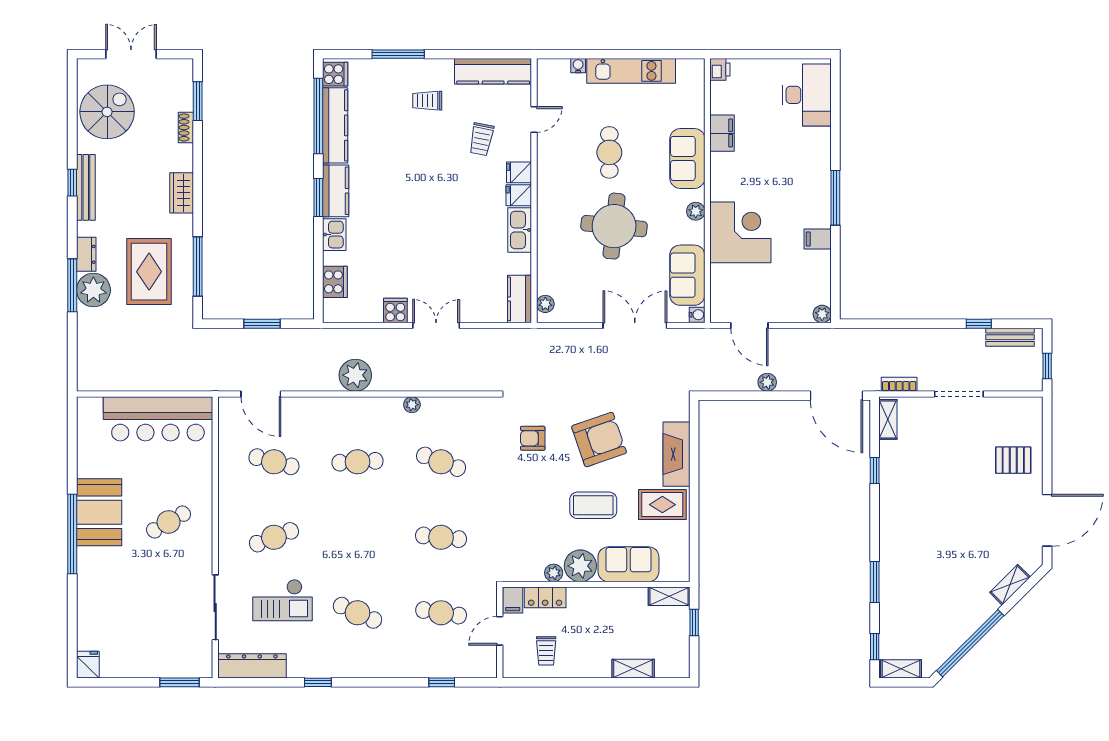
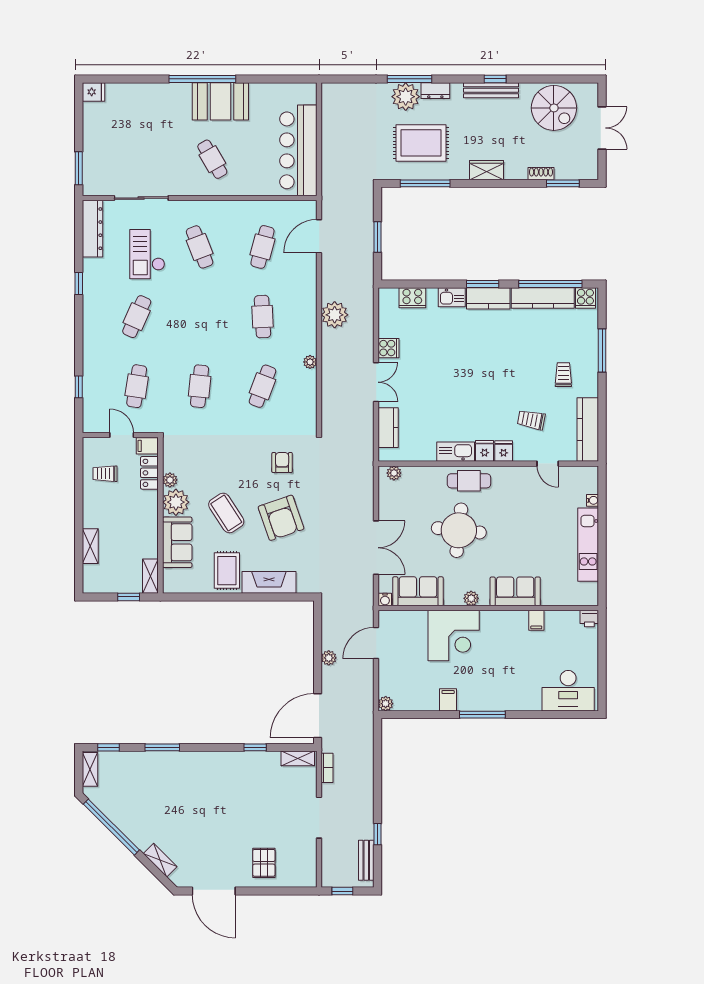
filing cabinet: (722, 133) -> (536, 620), width x0.50
cafe table: (609, 152) -> (469, 481), moved
kitchen counter: (519, 299) -> (388, 428), moved, turned 90
coffee table: (593, 505) -> (226, 513), turned -33

